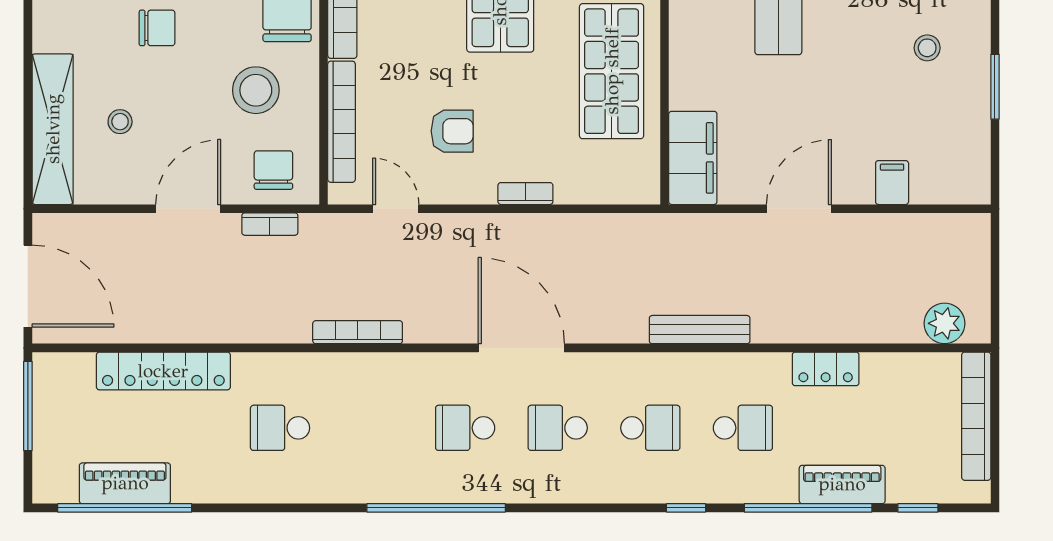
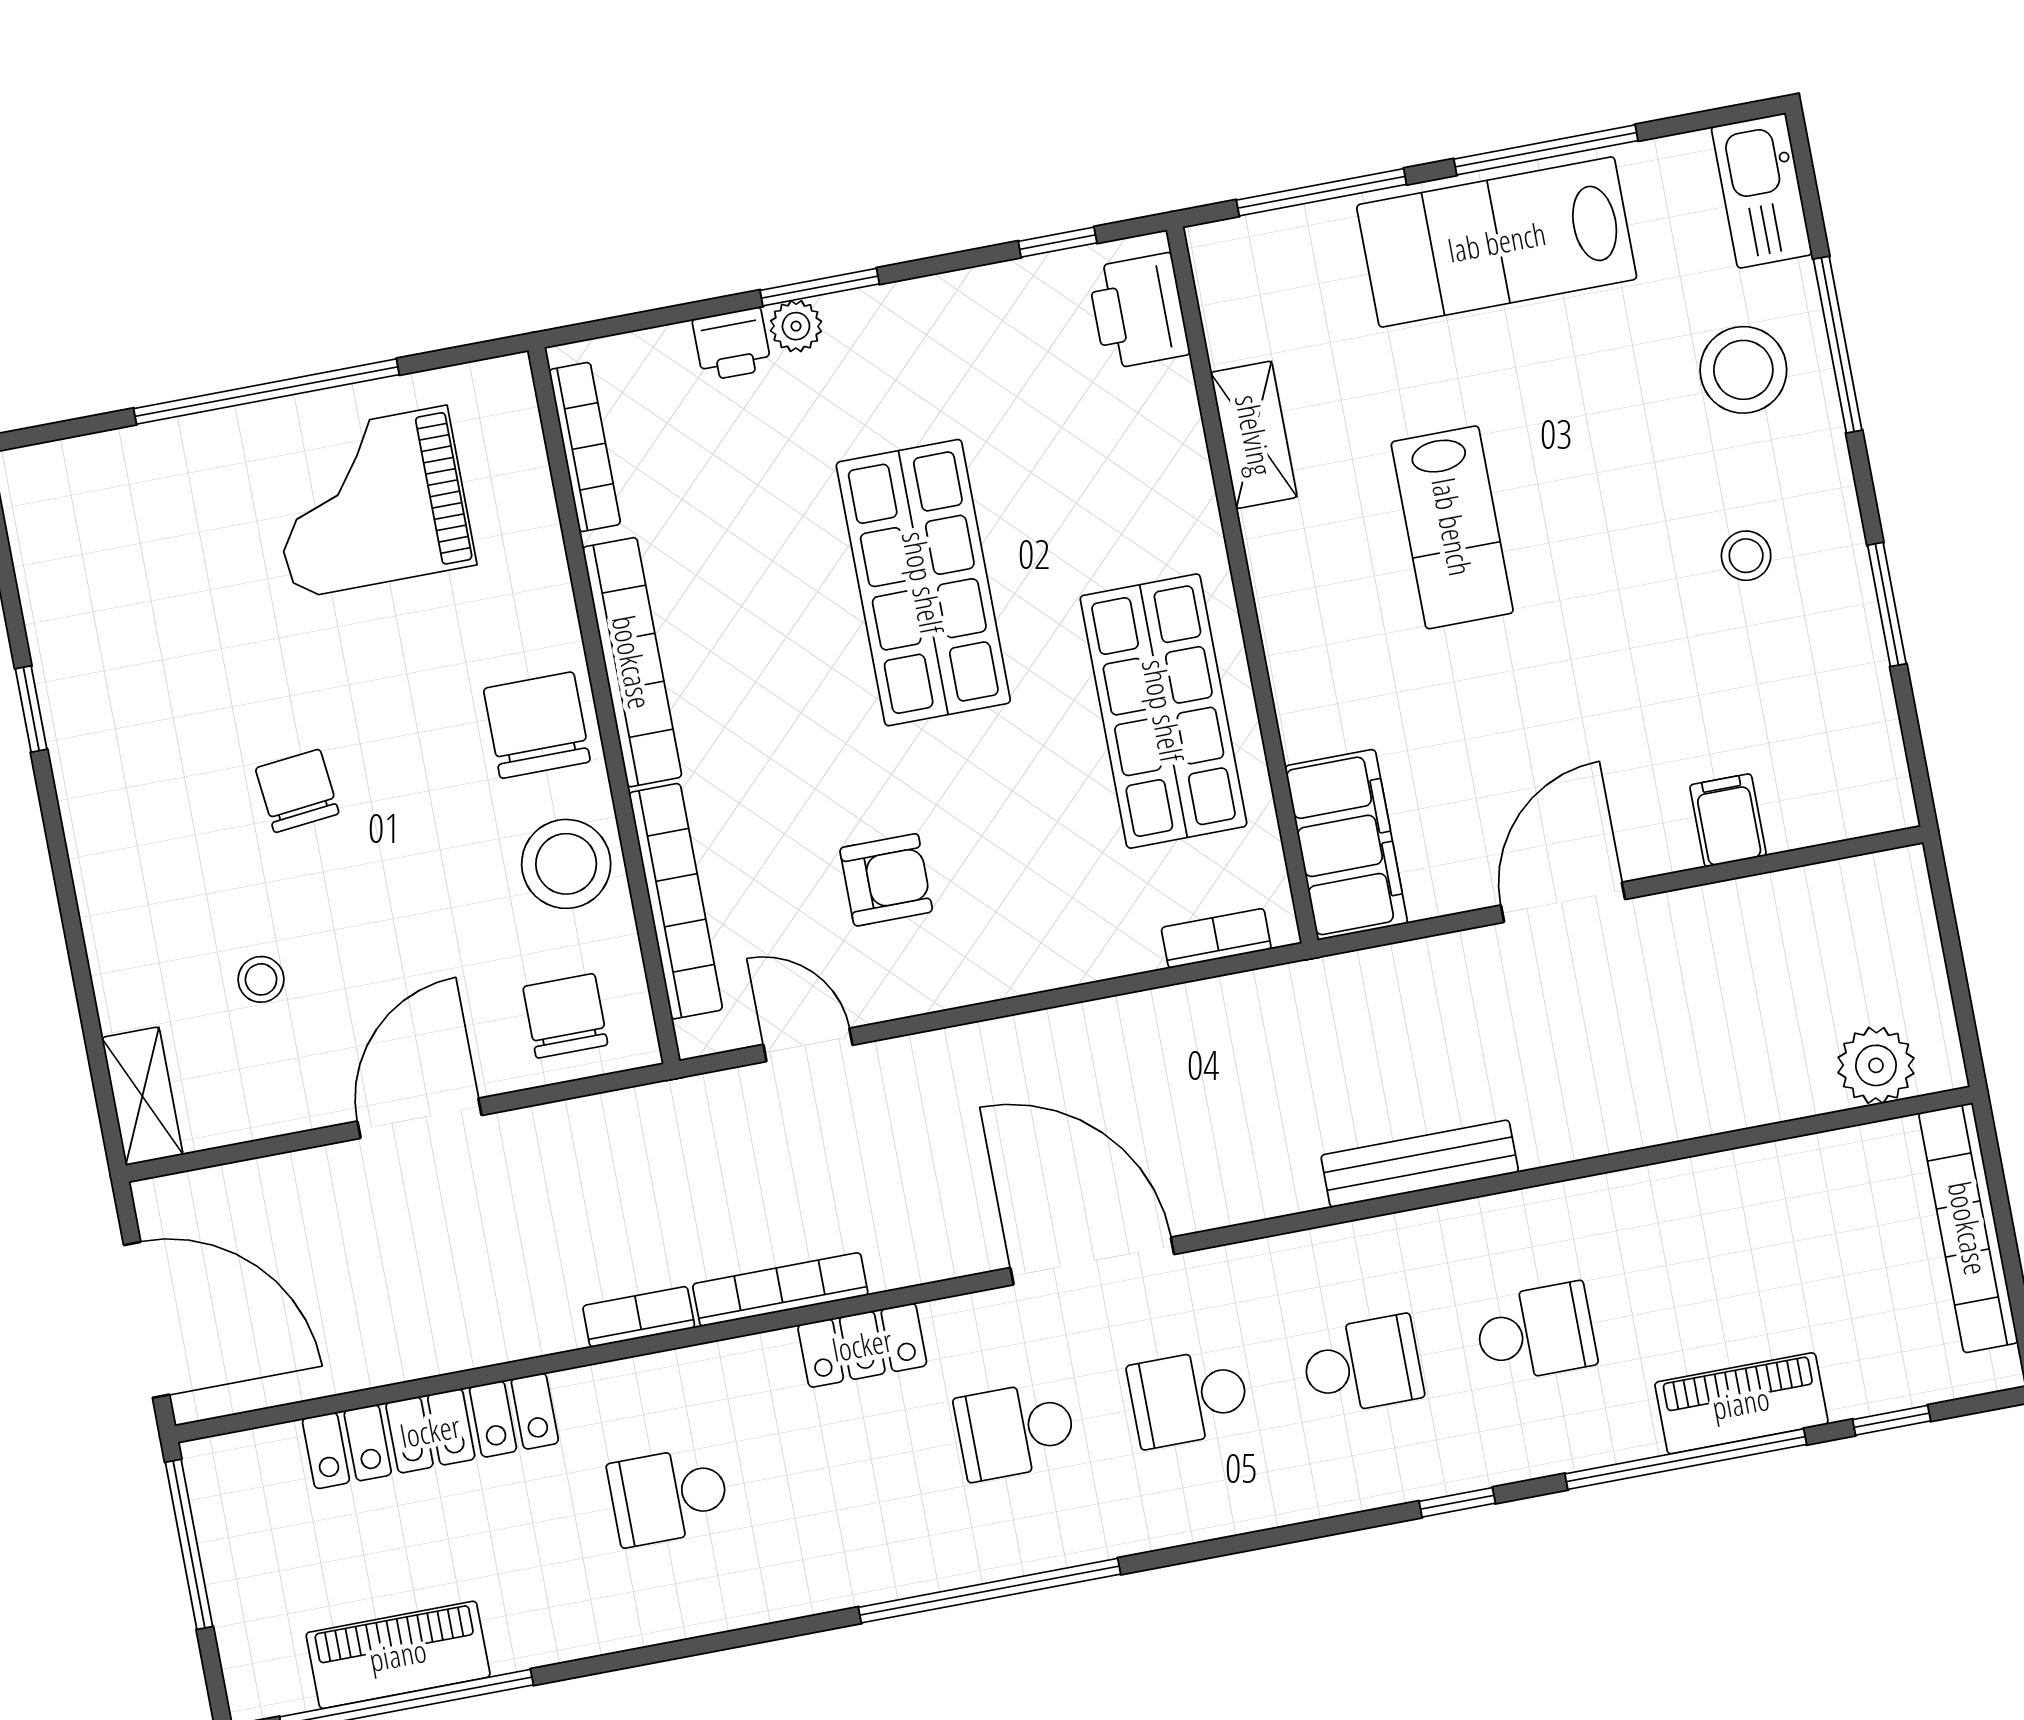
chair: (157, 28) -> (297, 791), turned -96
stool: (256, 90) -> (566, 864), moved
shelving: (53, 129) -> (142, 1096), width x0.45, depth x0.75
bookcase: (525, 194) -> (1216, 938), moved
bookcase: (270, 224) -> (639, 1317), moved, turned 180
locker: (826, 369) -> (862, 1345), moved

